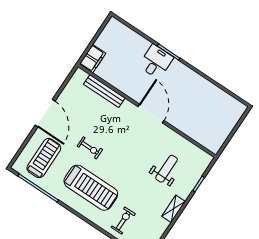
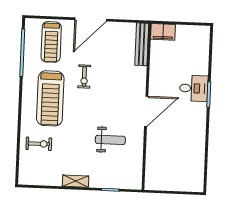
bench: (104, 91) -> (142, 44), moved
treadmill: (44, 158) -> (51, 42), turned 90
weight bench: (166, 169) -> (110, 140), moved

